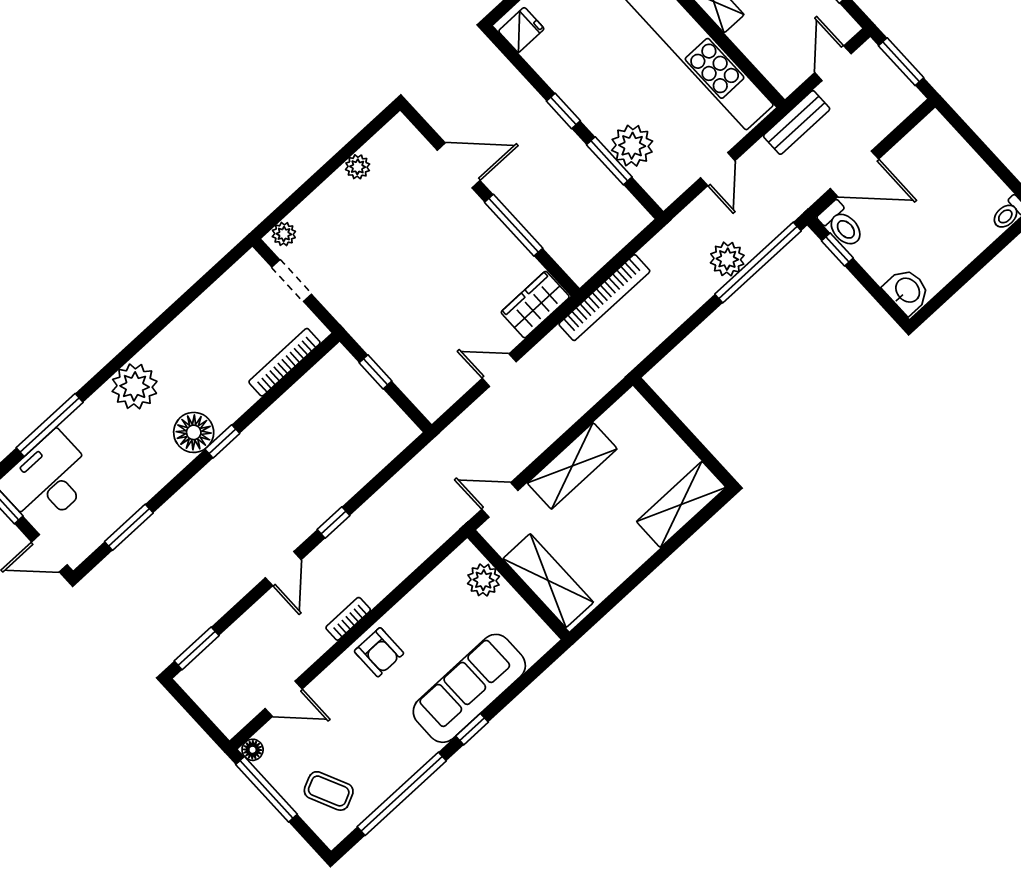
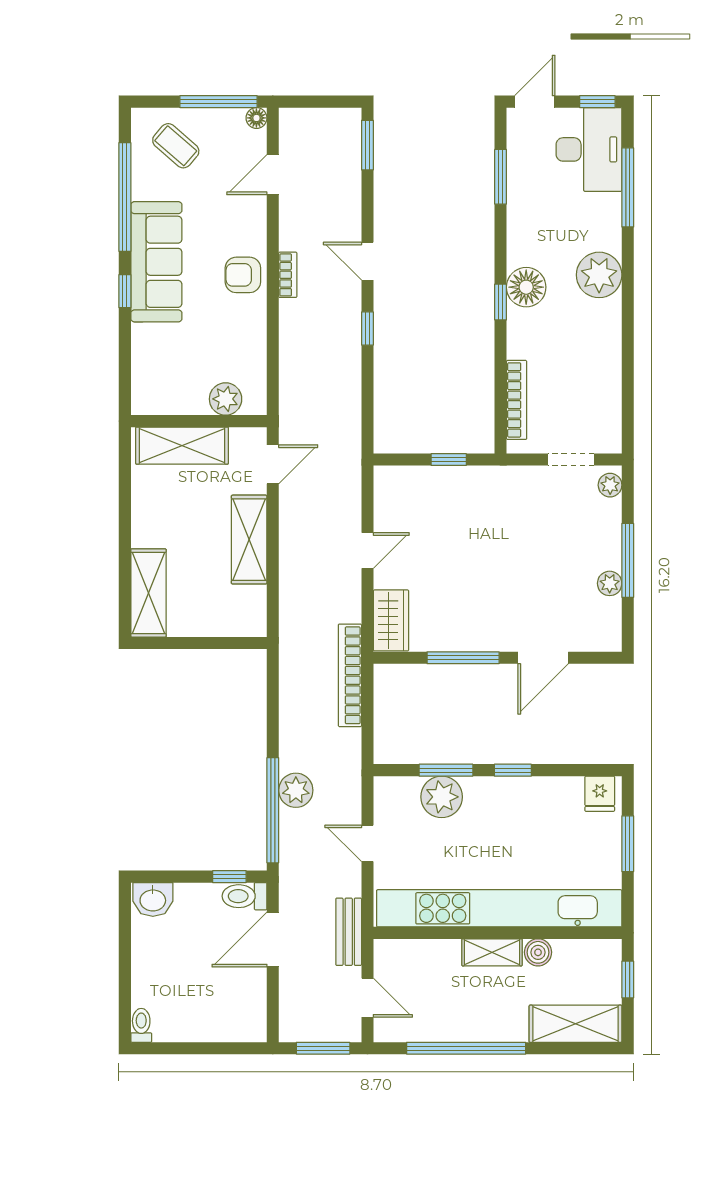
window: (328, 169) -> (628, 560), added
sofa: (469, 688) -> (156, 262), moved
coffee table: (329, 791) -> (176, 146), turned 66

